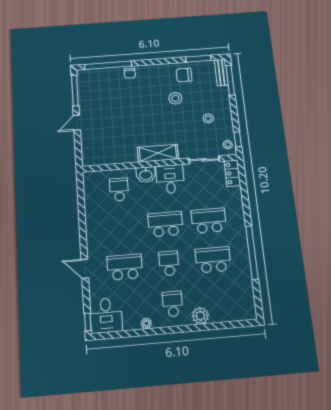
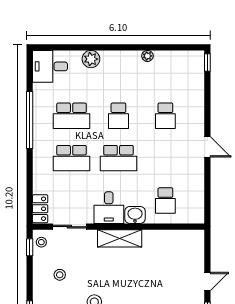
school desk: (125, 267) -> (165, 116), width x0.54
door: (85, 269) -> (207, 147), moved
school desk: (173, 304) -> (118, 73), removed
desk: (106, 315) -> (50, 66), moved, turned -90

